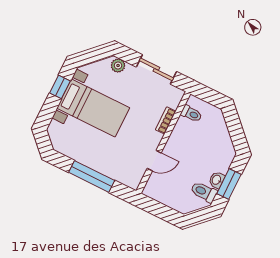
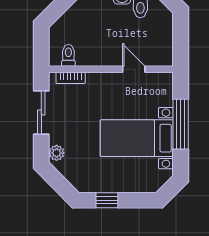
bed with nightstands: (93, 108) -> (137, 138), moved, turned -90
bookcase: (166, 120) -> (71, 78), moved

